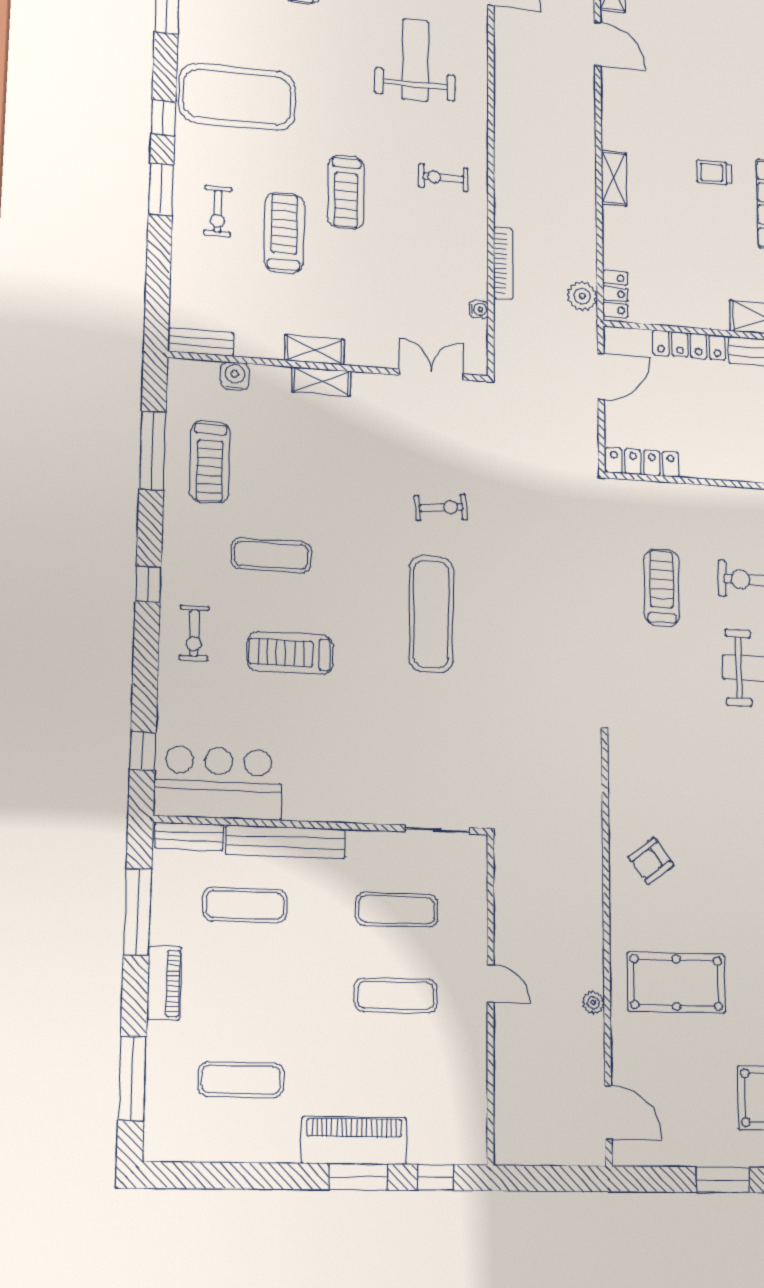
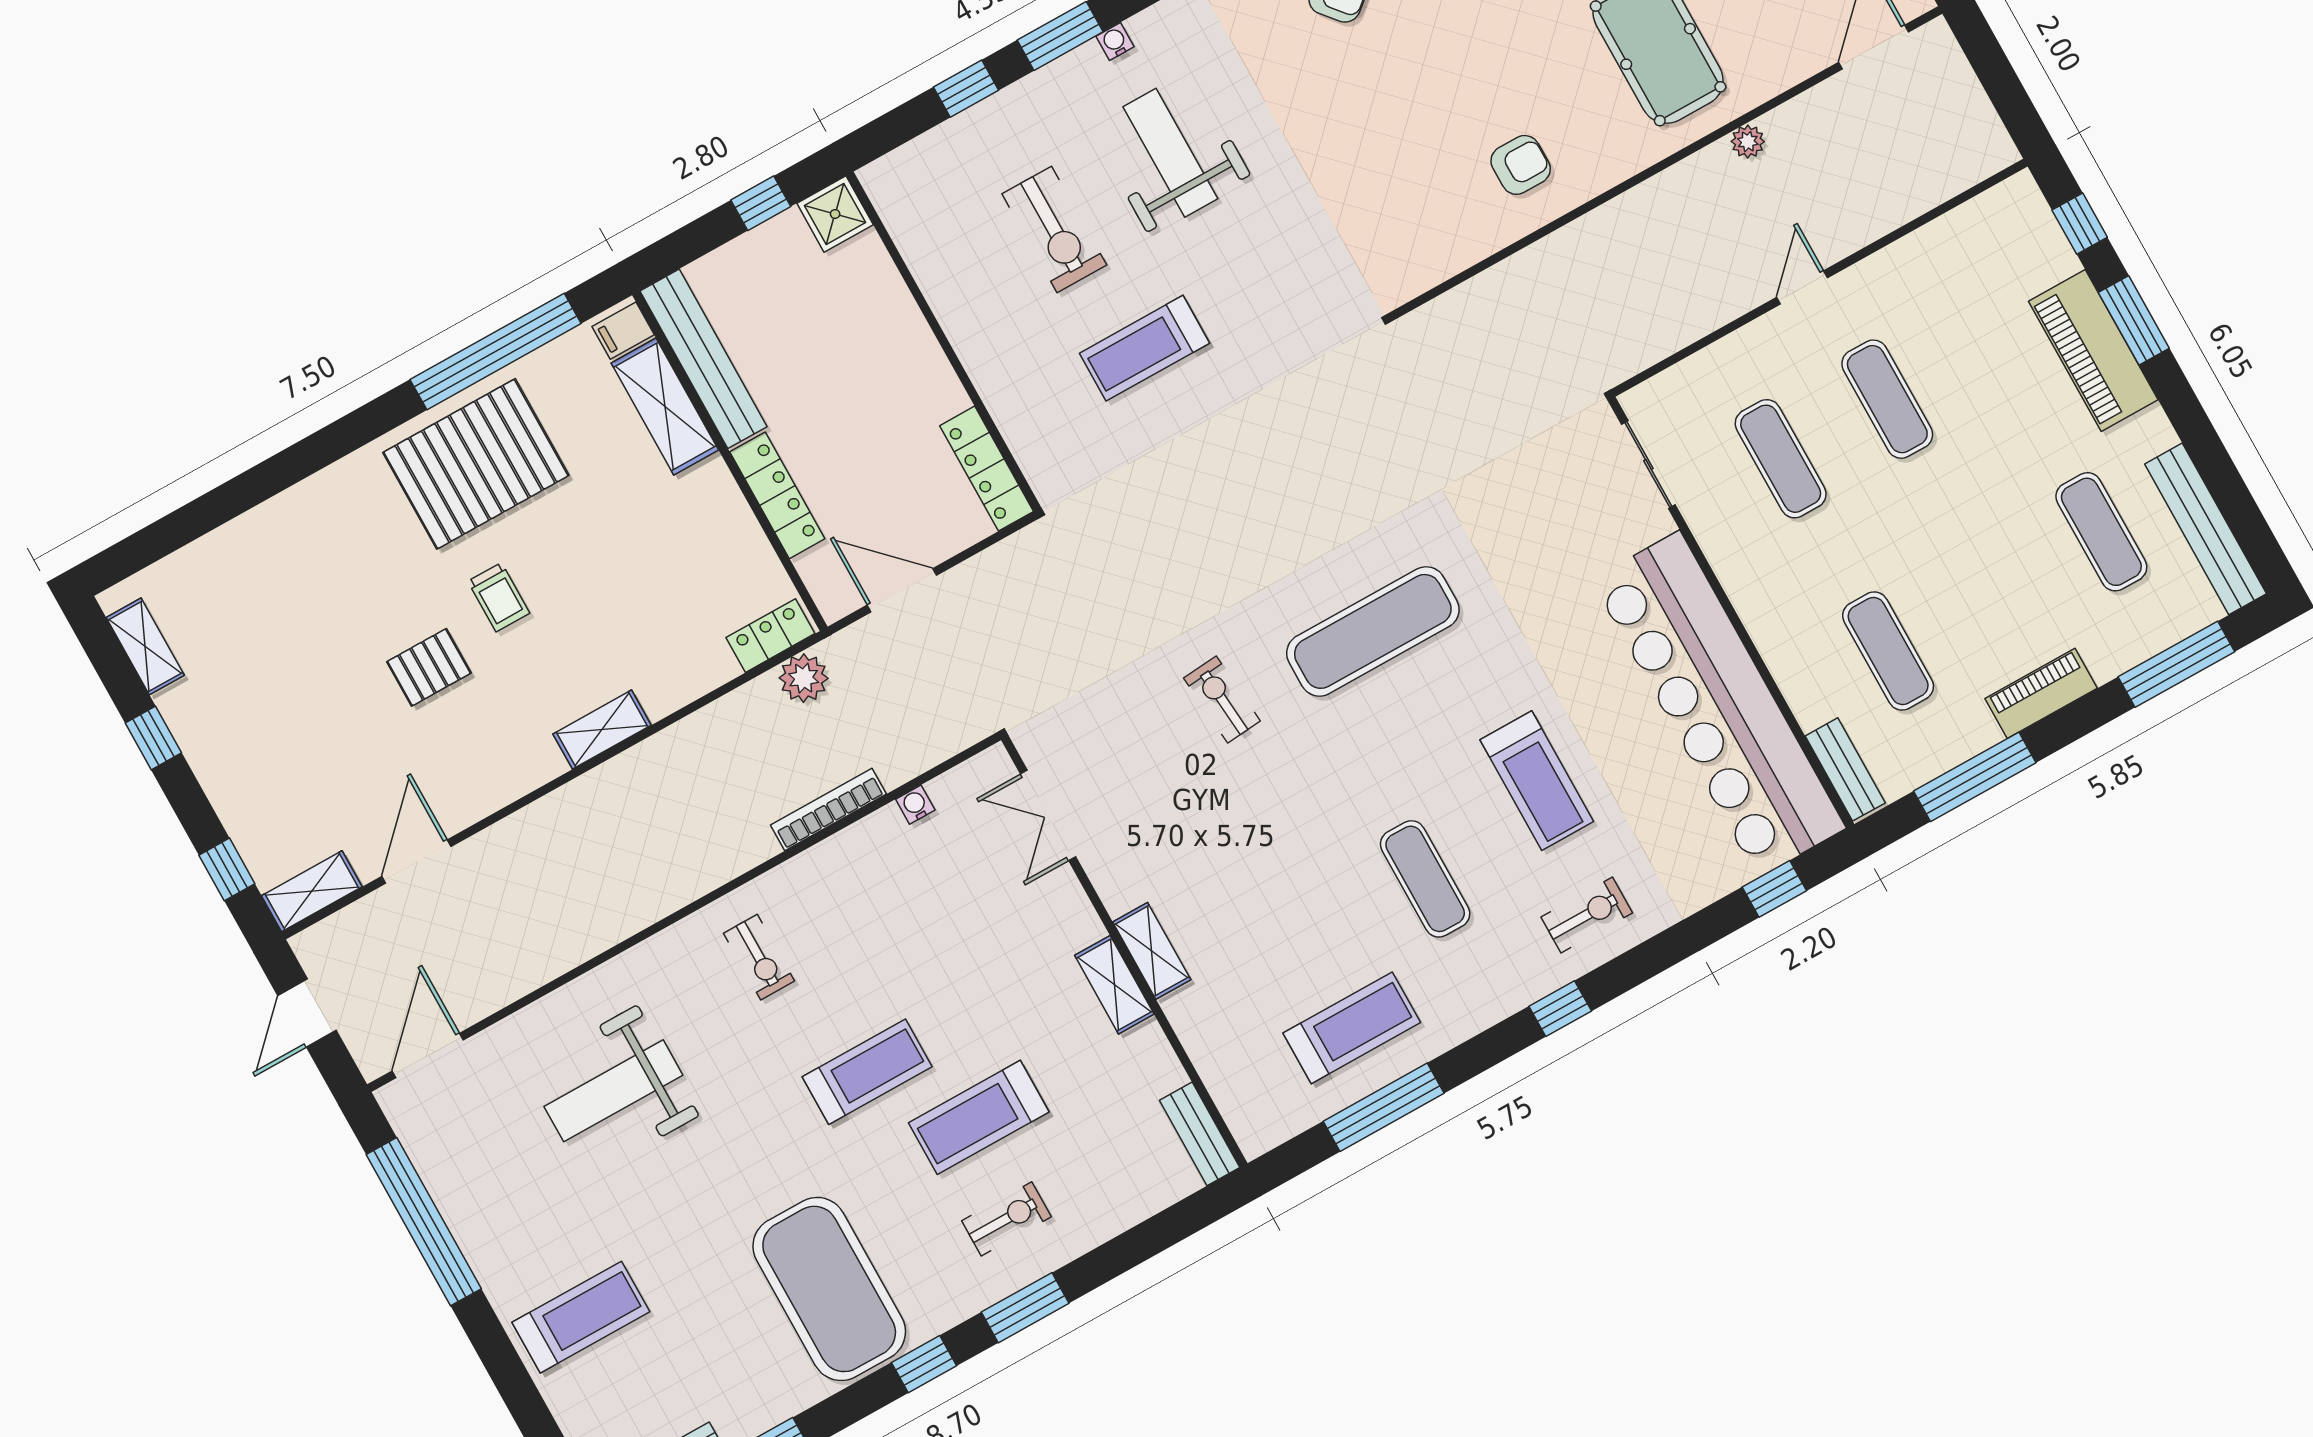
pallet: (697, 115) -> (429, 667), added
water cooler: (235, 376) -> (1217, 1064), removed
bar counter: (218, 783) -> (1719, 704), width x1.86
bench: (285, 842) -> (2206, 529), moved
armchair: (651, 861) -> (1521, 165), turned -53

